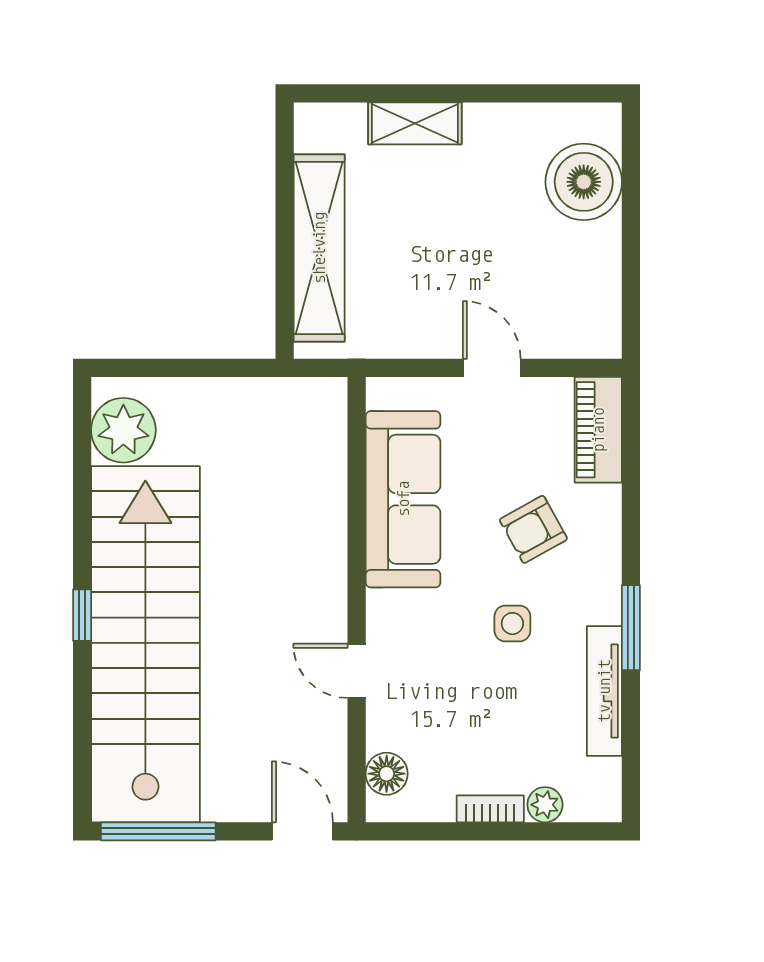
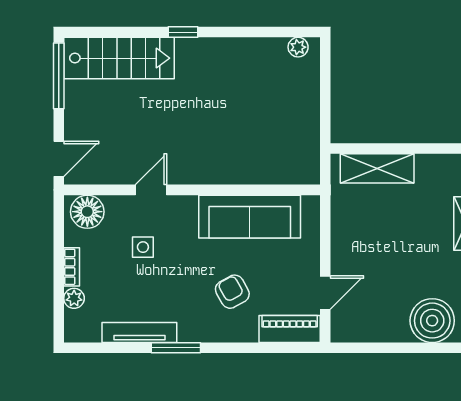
shelving: (319, 248) -> (377, 168), width x0.68
door: (492, 368) -> (325, 292), moved
plant: (123, 430) -> (298, 47), width x0.53, depth x0.53
side table: (512, 624) -> (143, 247), moved
stairs: (145, 644) -> (119, 58), width x0.54, depth x0.66
floor lamp: (387, 774) -> (87, 212), width x1.38, depth x1.38

